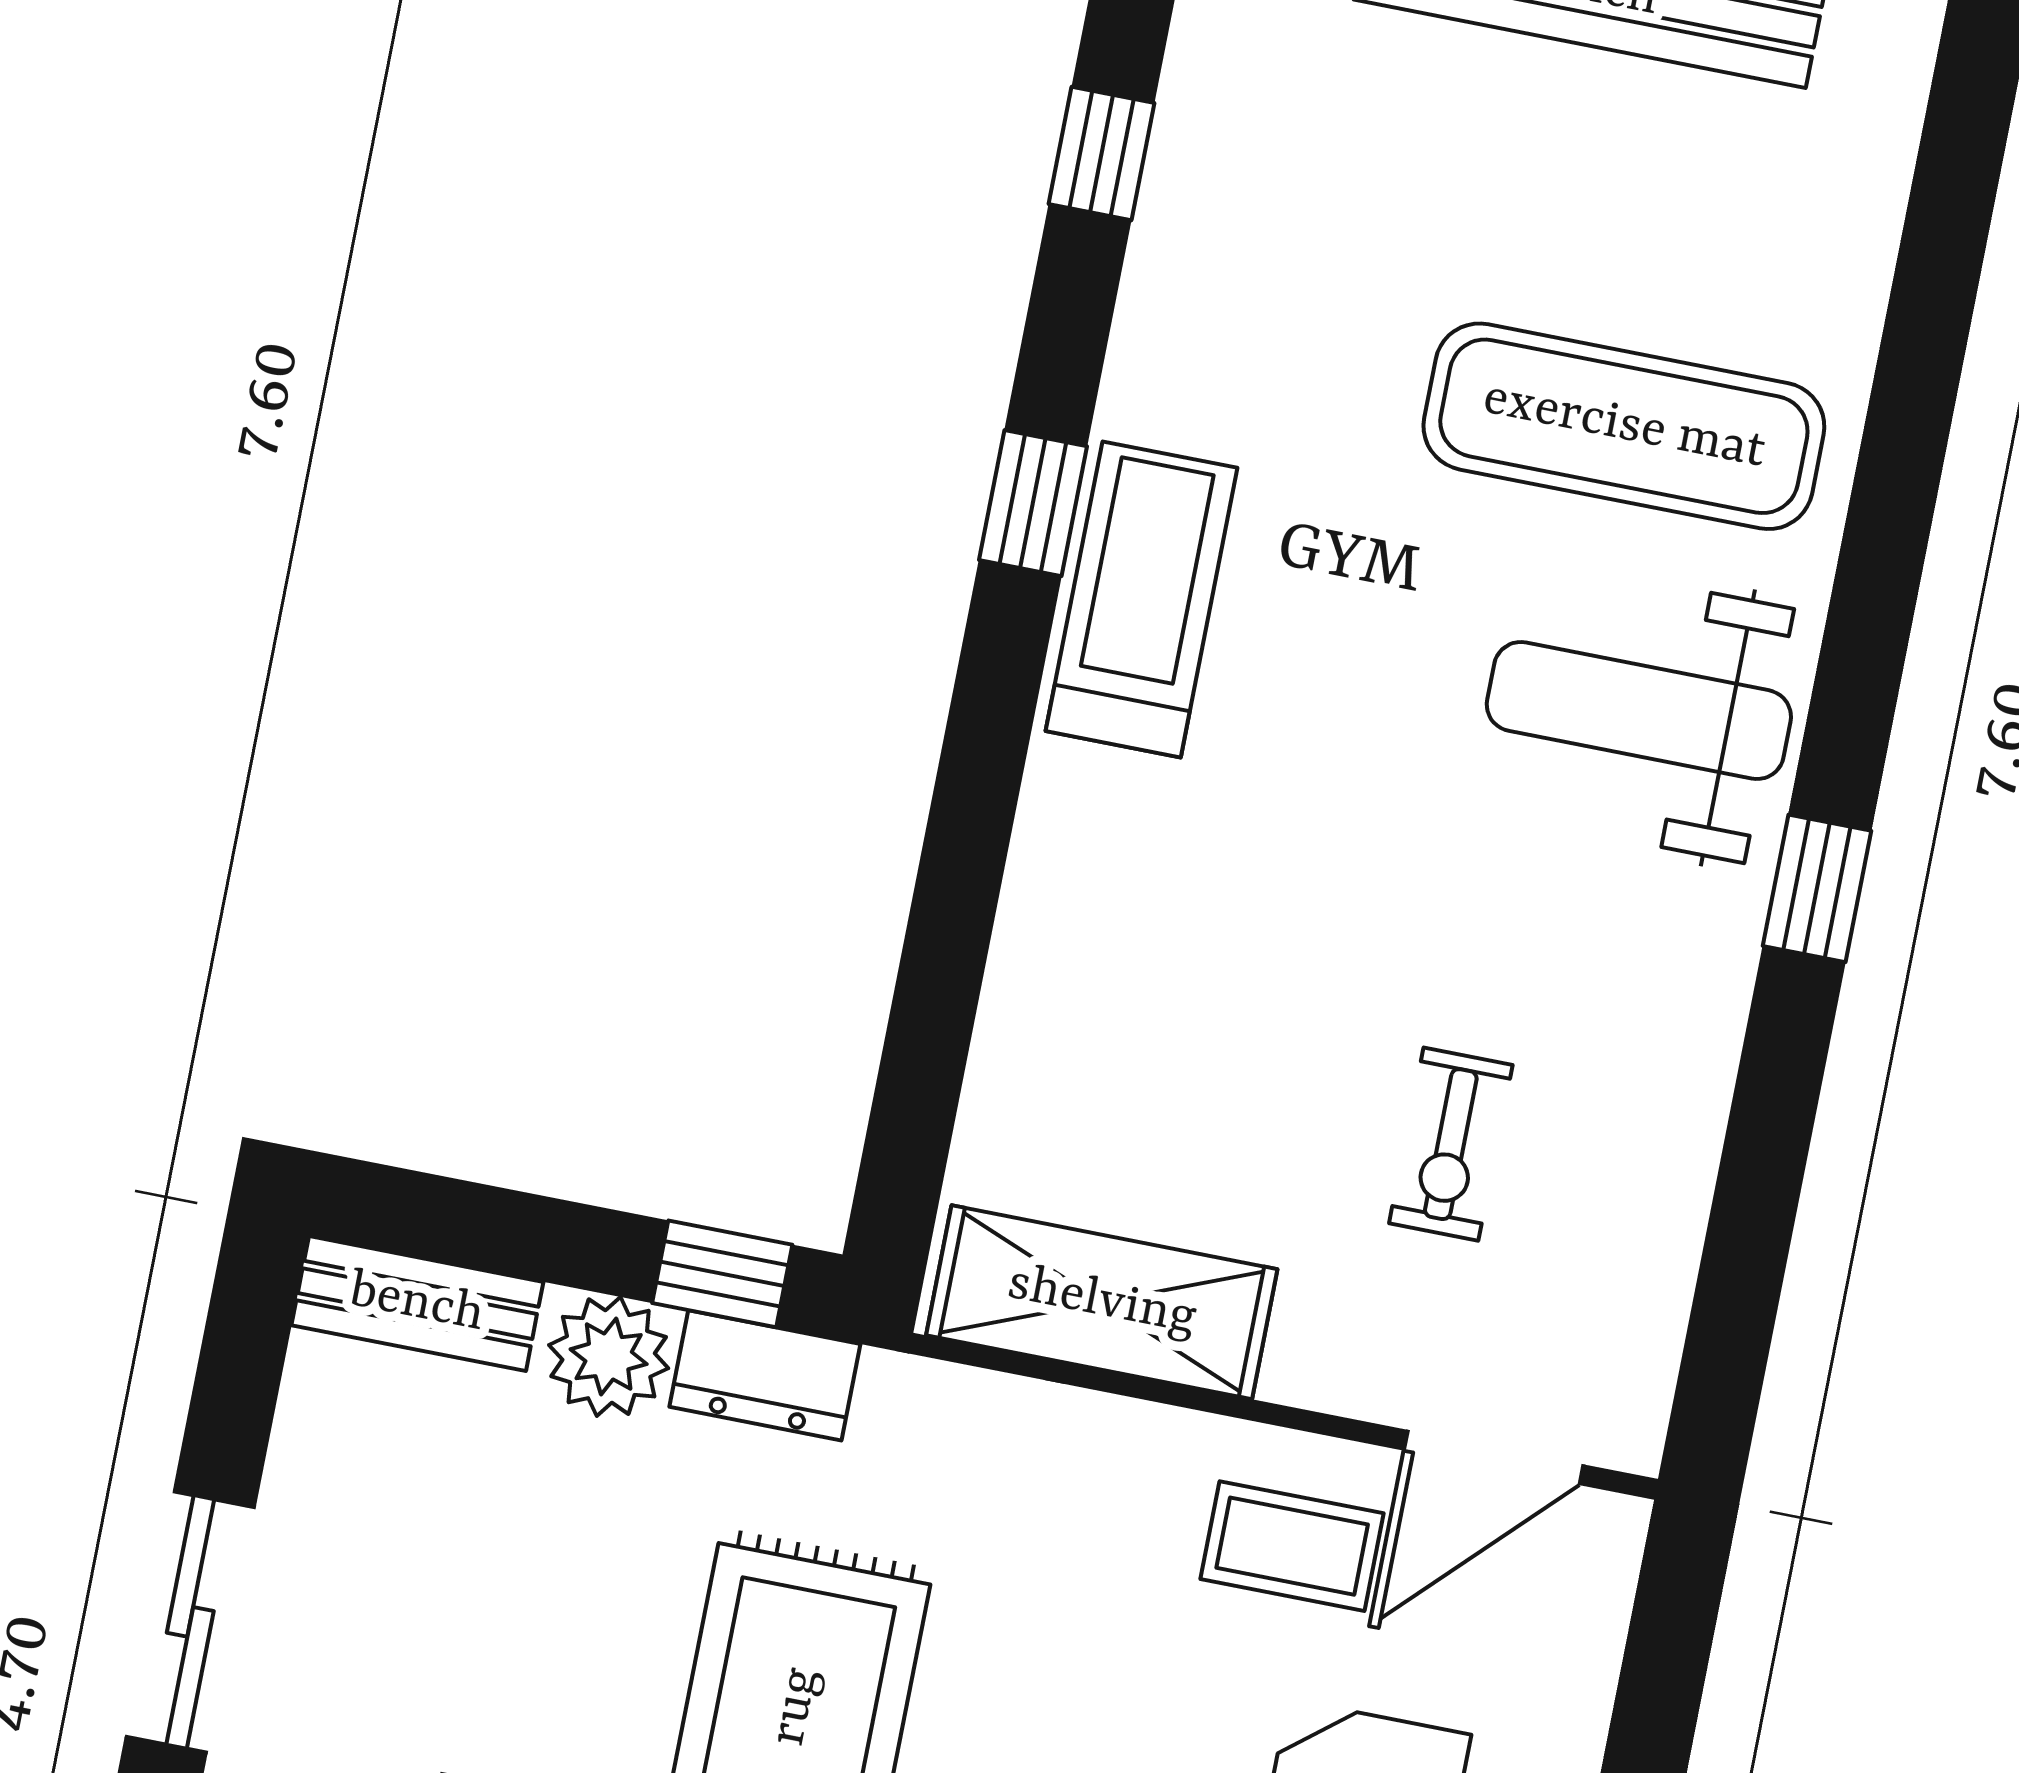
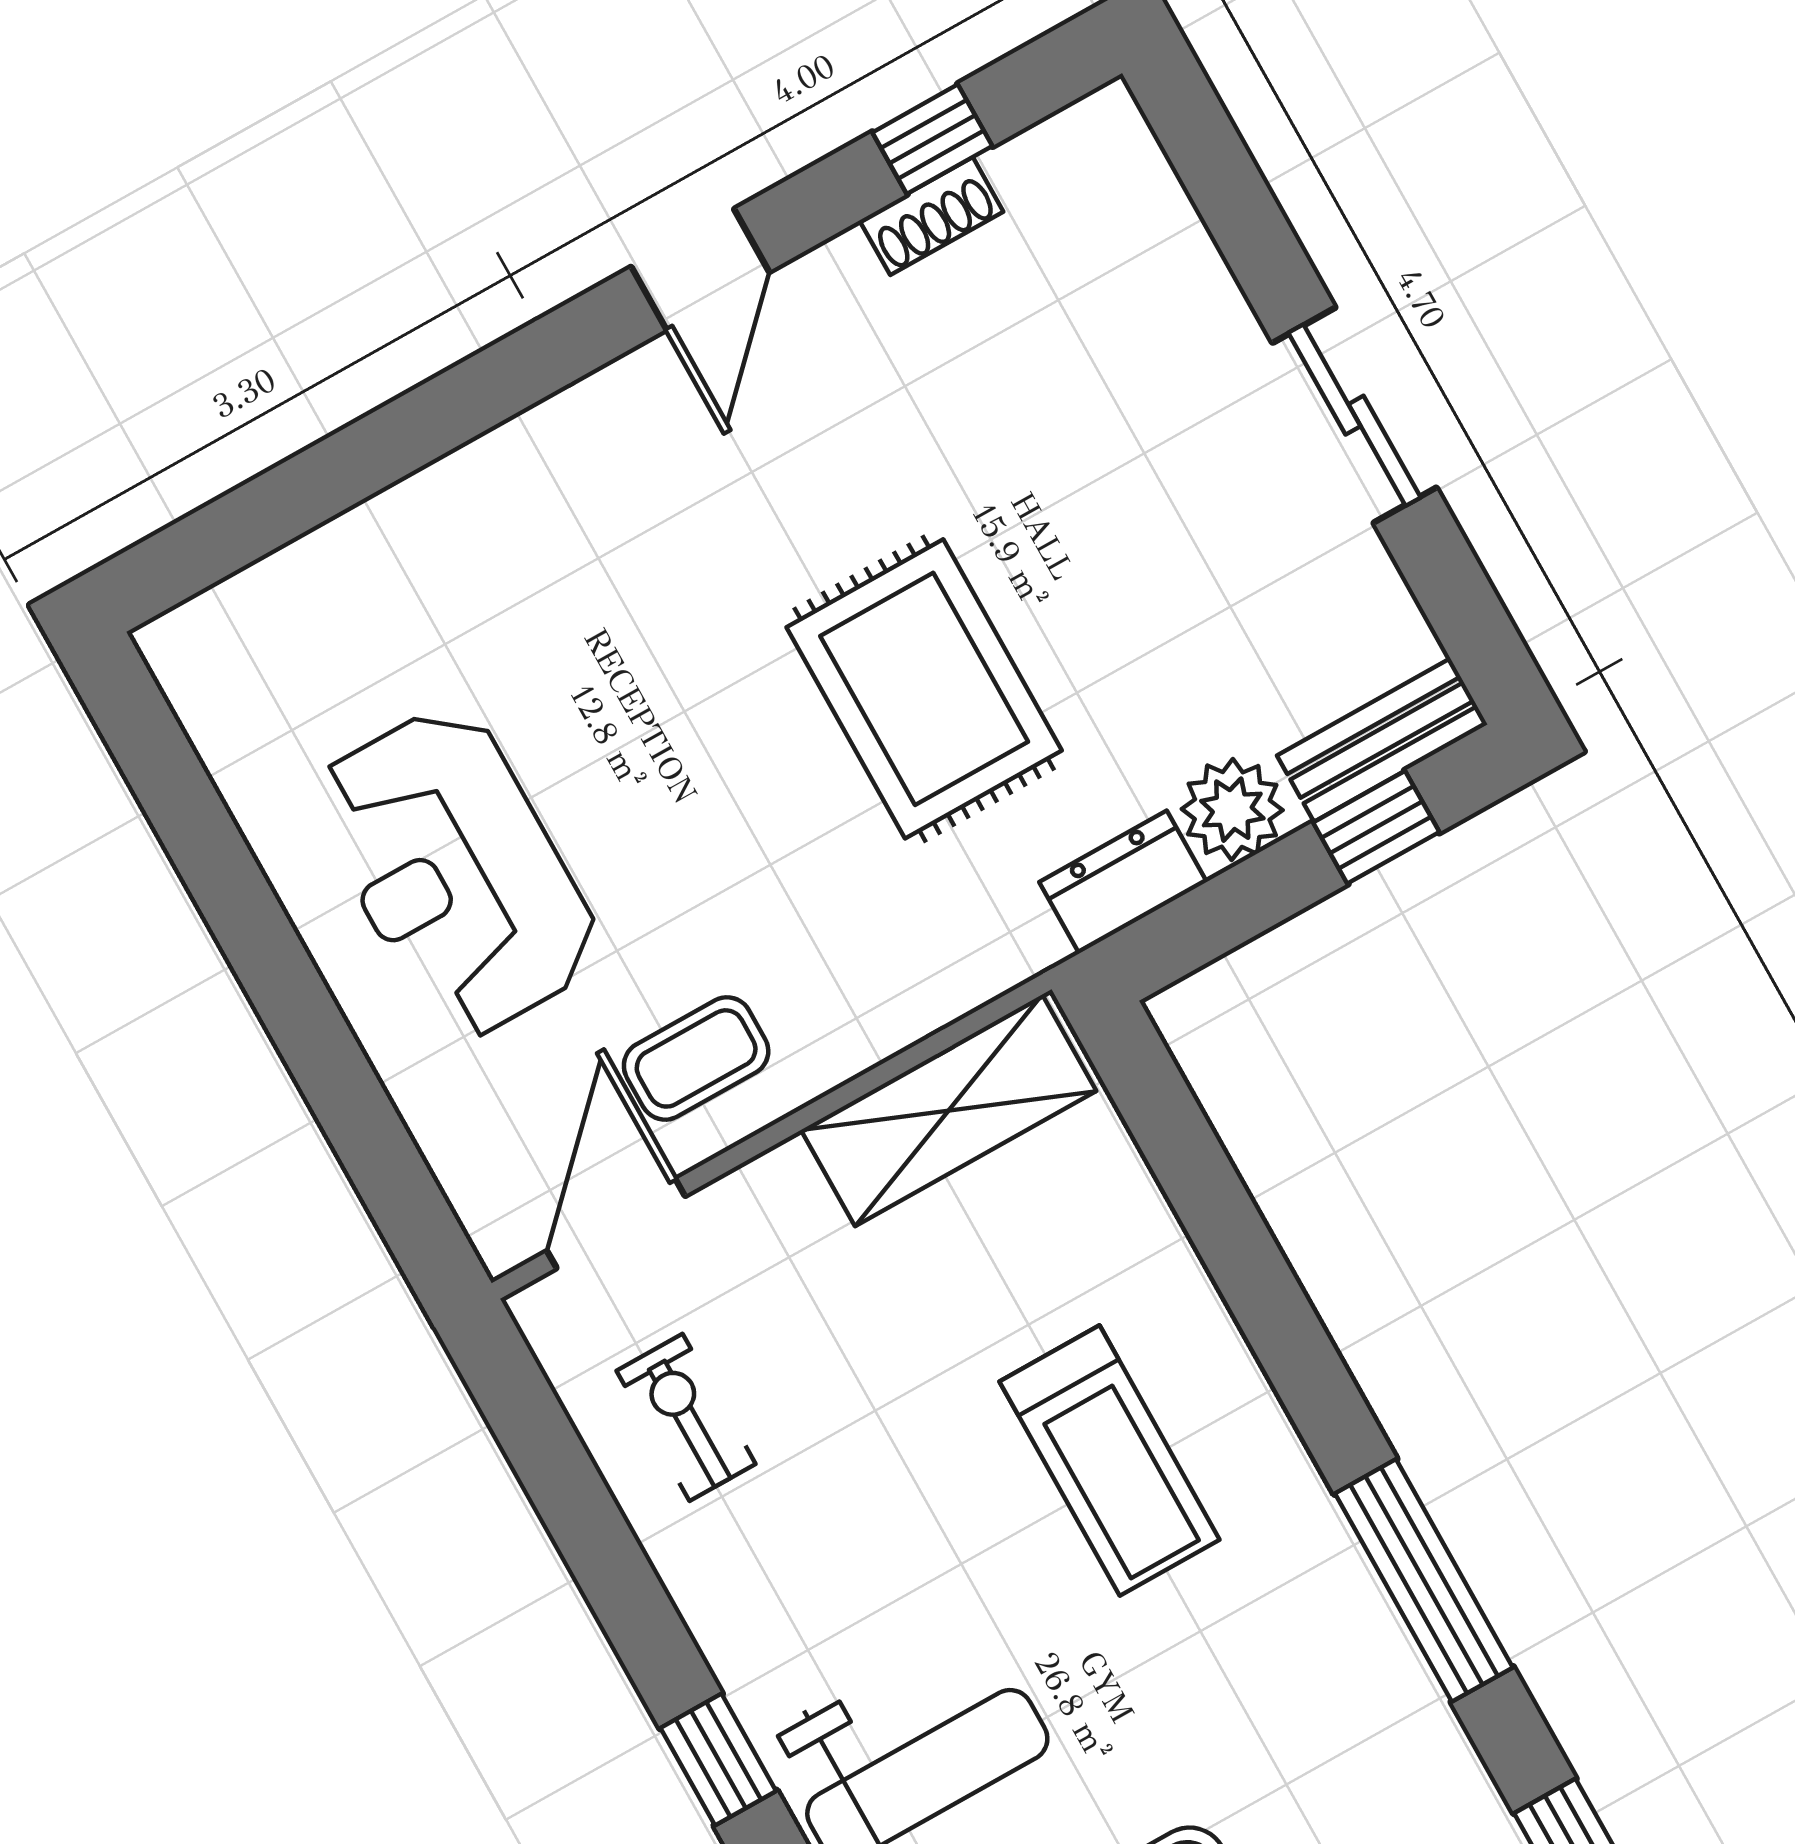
window: (1033, 503) -> (1424, 1580), width x2.17
treadmill: (1142, 599) -> (1110, 1461), moved
exercise bike: (1451, 1144) -> (686, 1417), moved
window: (722, 1274) -> (1376, 827), moved

